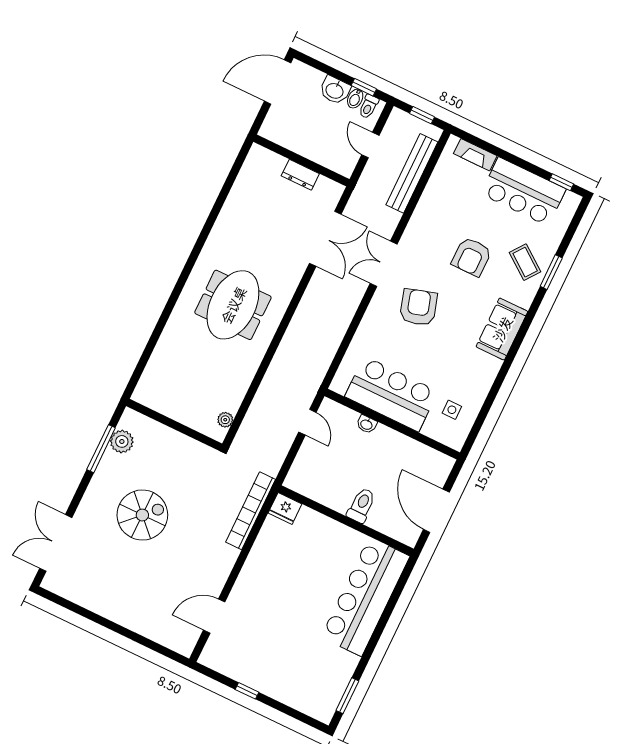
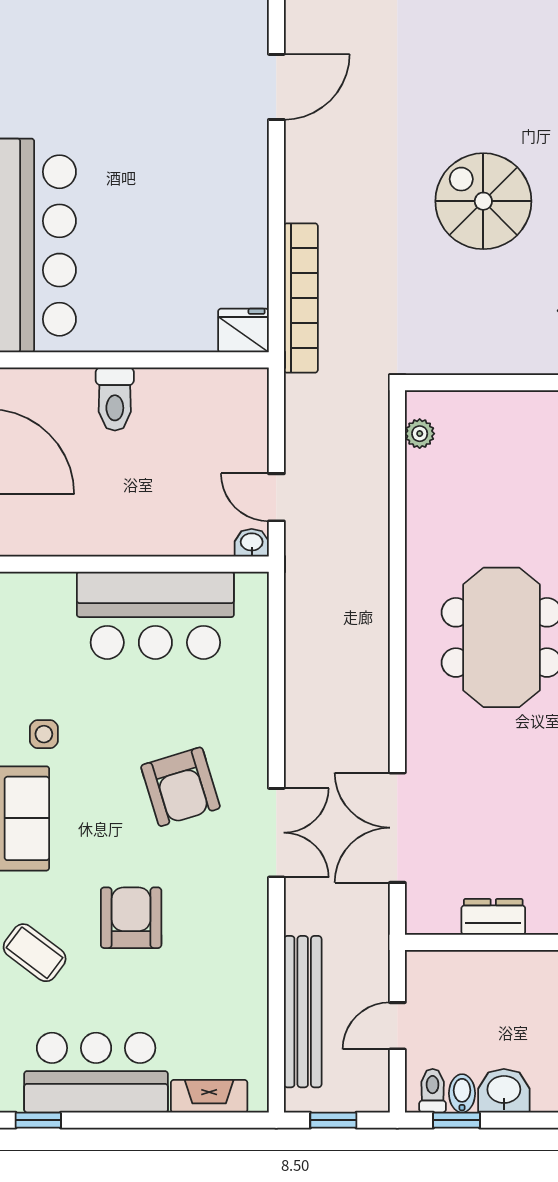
door: (370, 145) -> (397, 1026), swing flipped
side table: (452, 410) -> (44, 734), moved
washbasin: (367, 424) -> (252, 543), moved
spiral stairs: (142, 515) -> (483, 201), turned 90

